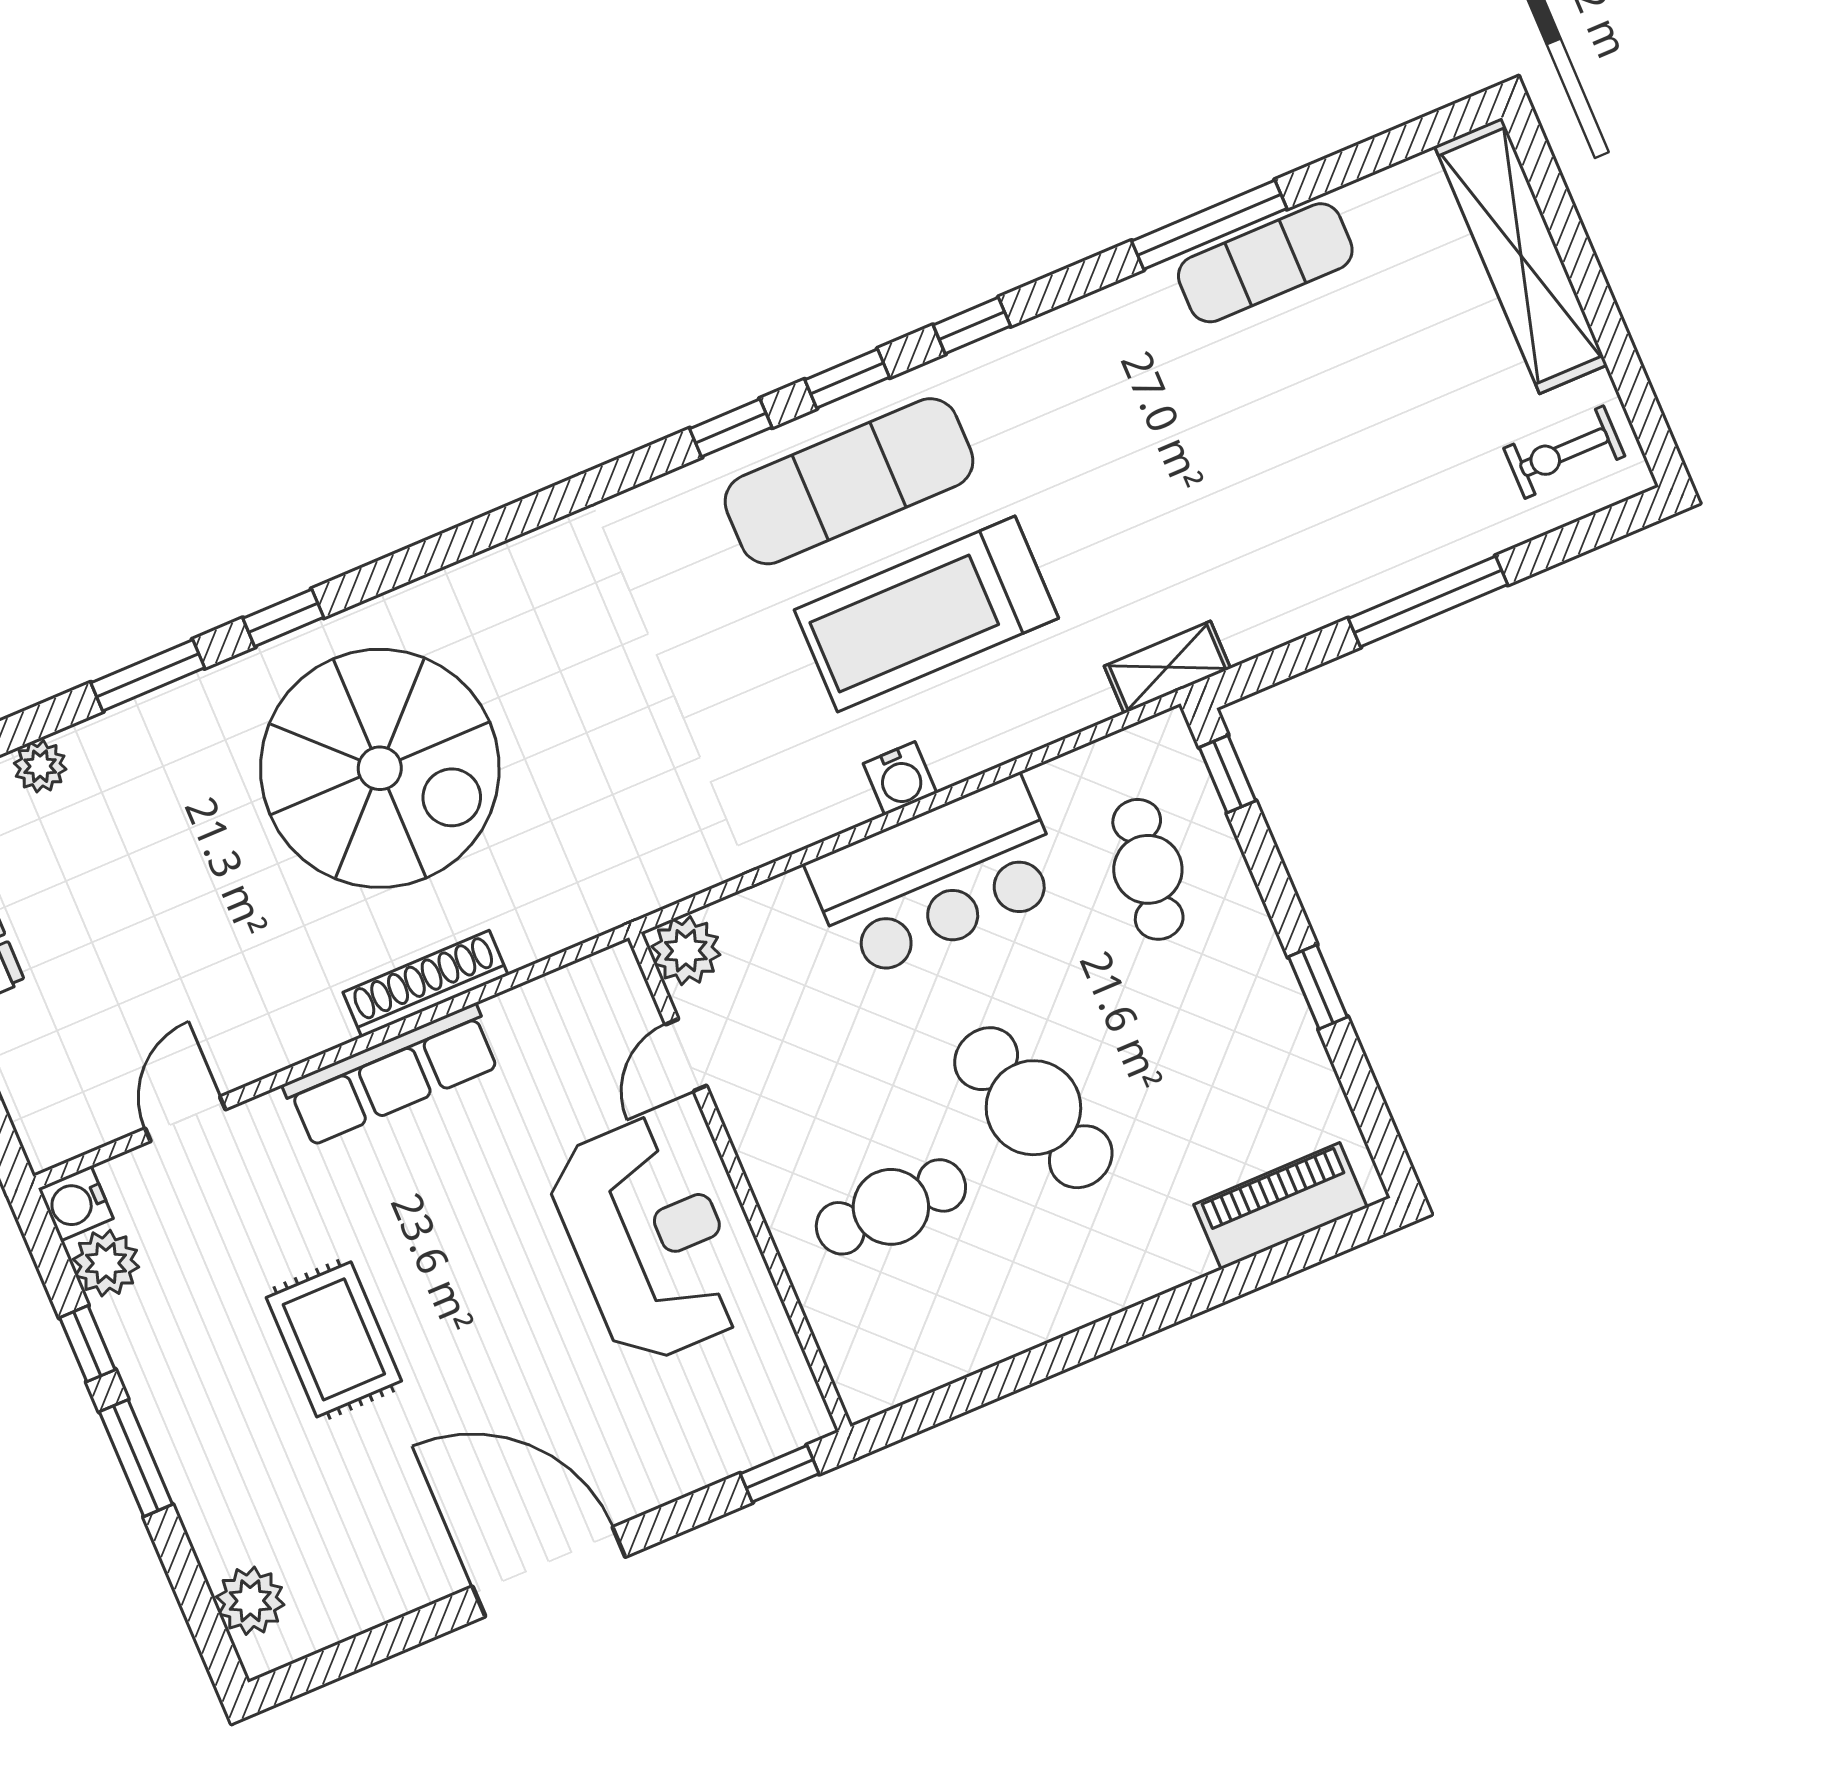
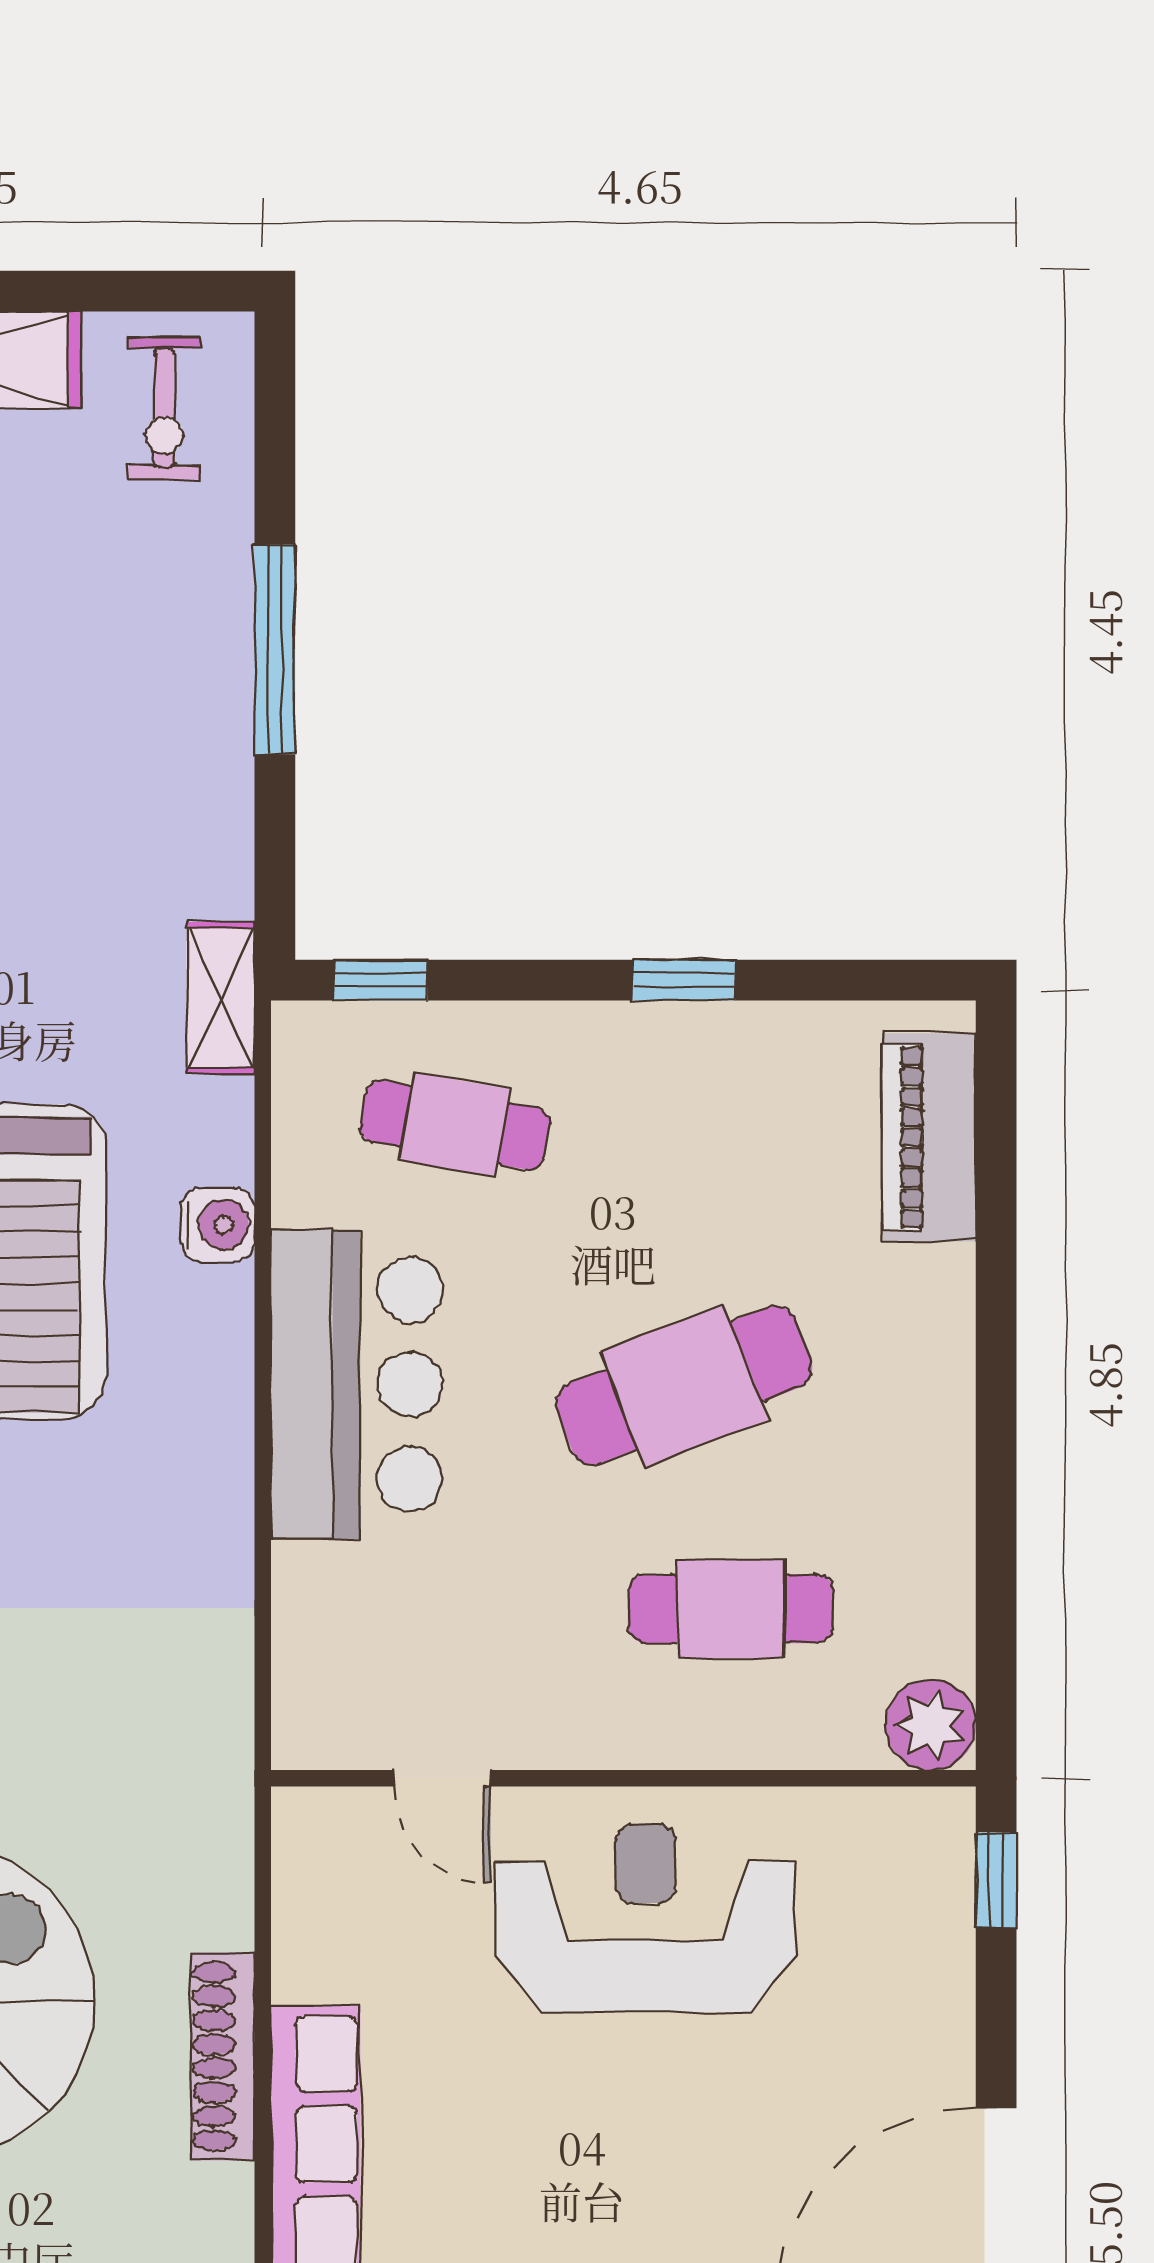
water cooler: (900, 778) -> (218, 1225), moved
plant: (686, 951) -> (931, 1725), moved
cafe table: (891, 1207) -> (731, 1609), turned 90

